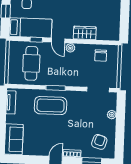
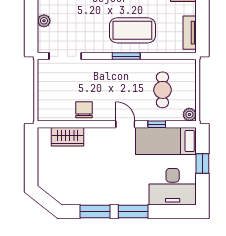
wardrobe: (85, 33) -> (68, 137), moved
plant: (70, 48) -> (189, 114), moved
chair: (101, 56) -> (84, 110), moved
cafe table: (31, 63) -> (162, 90), width x0.73, depth x0.74

